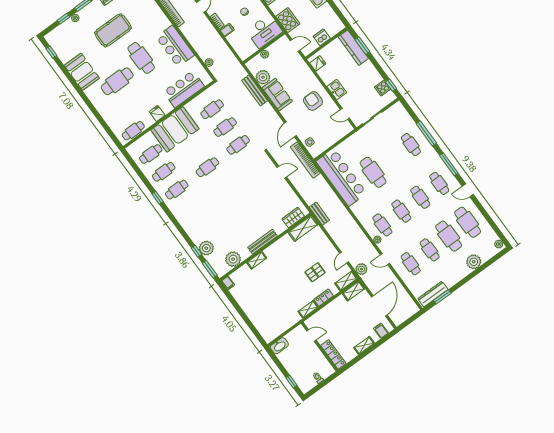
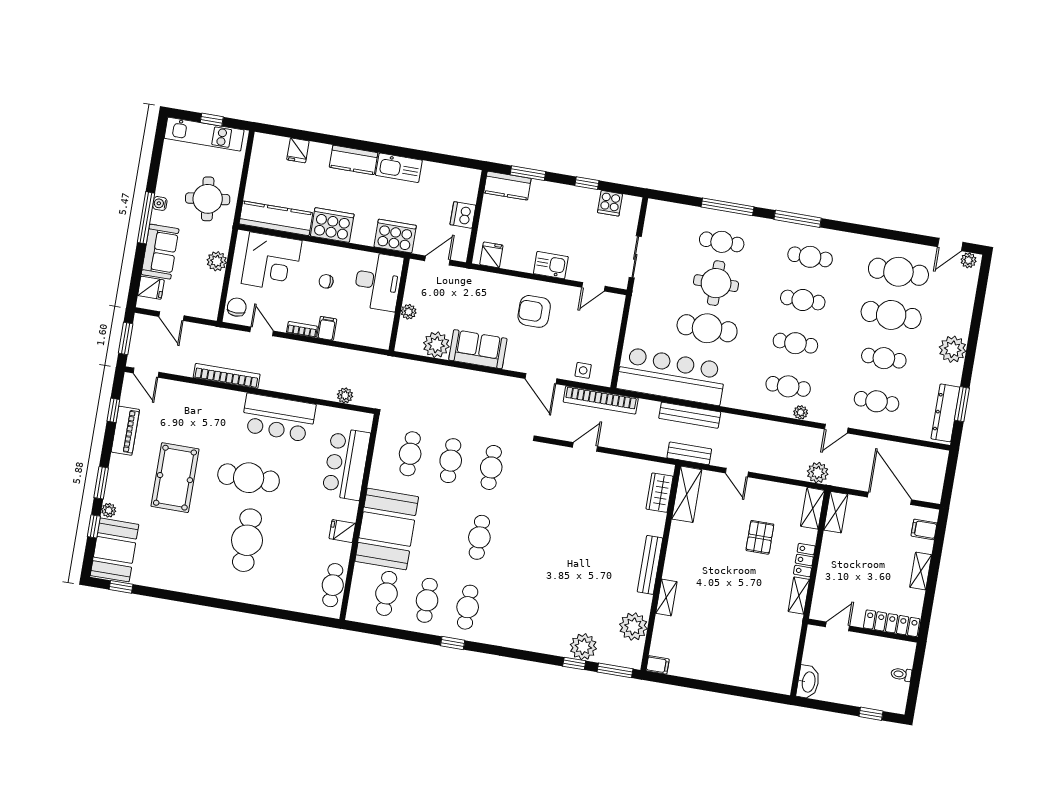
kitchen counter: (353, 48) -> (507, 186), width x0.67
booth: (82, 72) -> (114, 550), moved, turned 90
window: (391, 85) -> (587, 183), moved
bench: (255, 91) -> (690, 415), moved
round table: (393, 158) -> (716, 283), added
door: (468, 190) -> (950, 245), moved
door: (344, 258) -> (737, 473), moved
plant: (474, 262) -> (953, 349), moved

